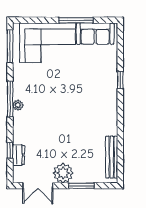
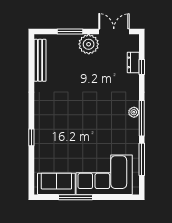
window: (10, 46) -> (142, 159), moved

